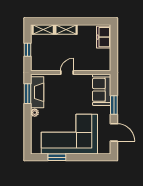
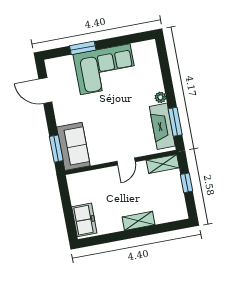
shelving: (43, 29) -> (163, 164), moved
window: (114, 105) -> (56, 149), moved
corner sofa: (69, 134) -> (105, 69), width x0.73, depth x0.74
window: (57, 157) -> (83, 48), moved

